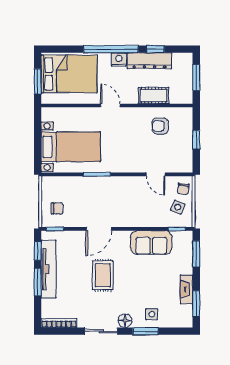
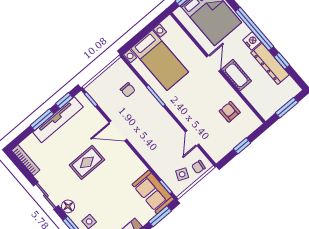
cot: (154, 96) -> (236, 75), moved
chair: (57, 208) -> (128, 90), moved
sofa: (151, 243) -> (153, 192), moved

